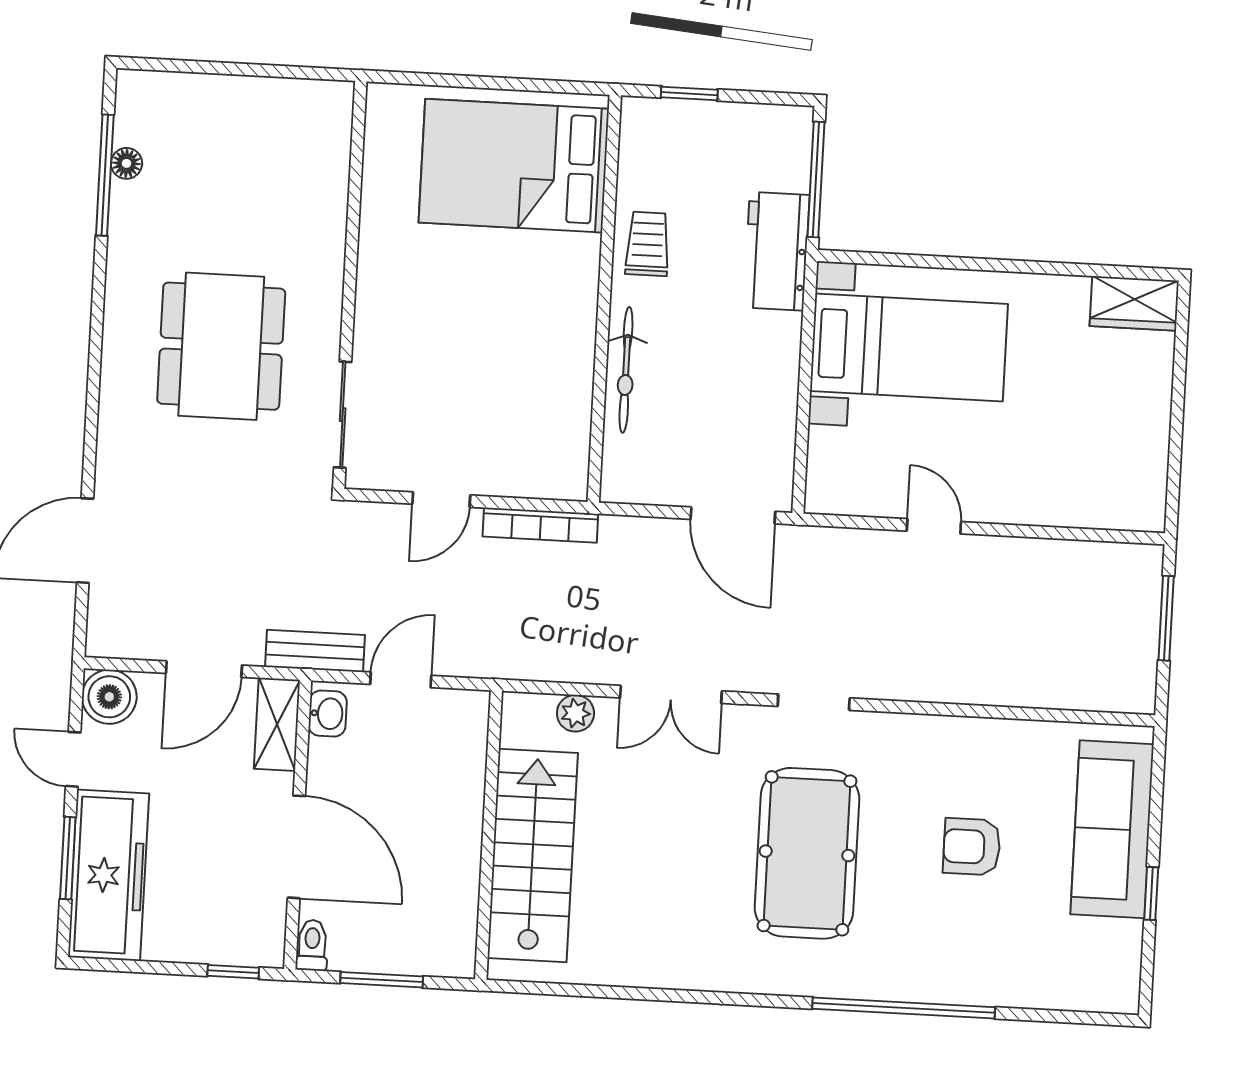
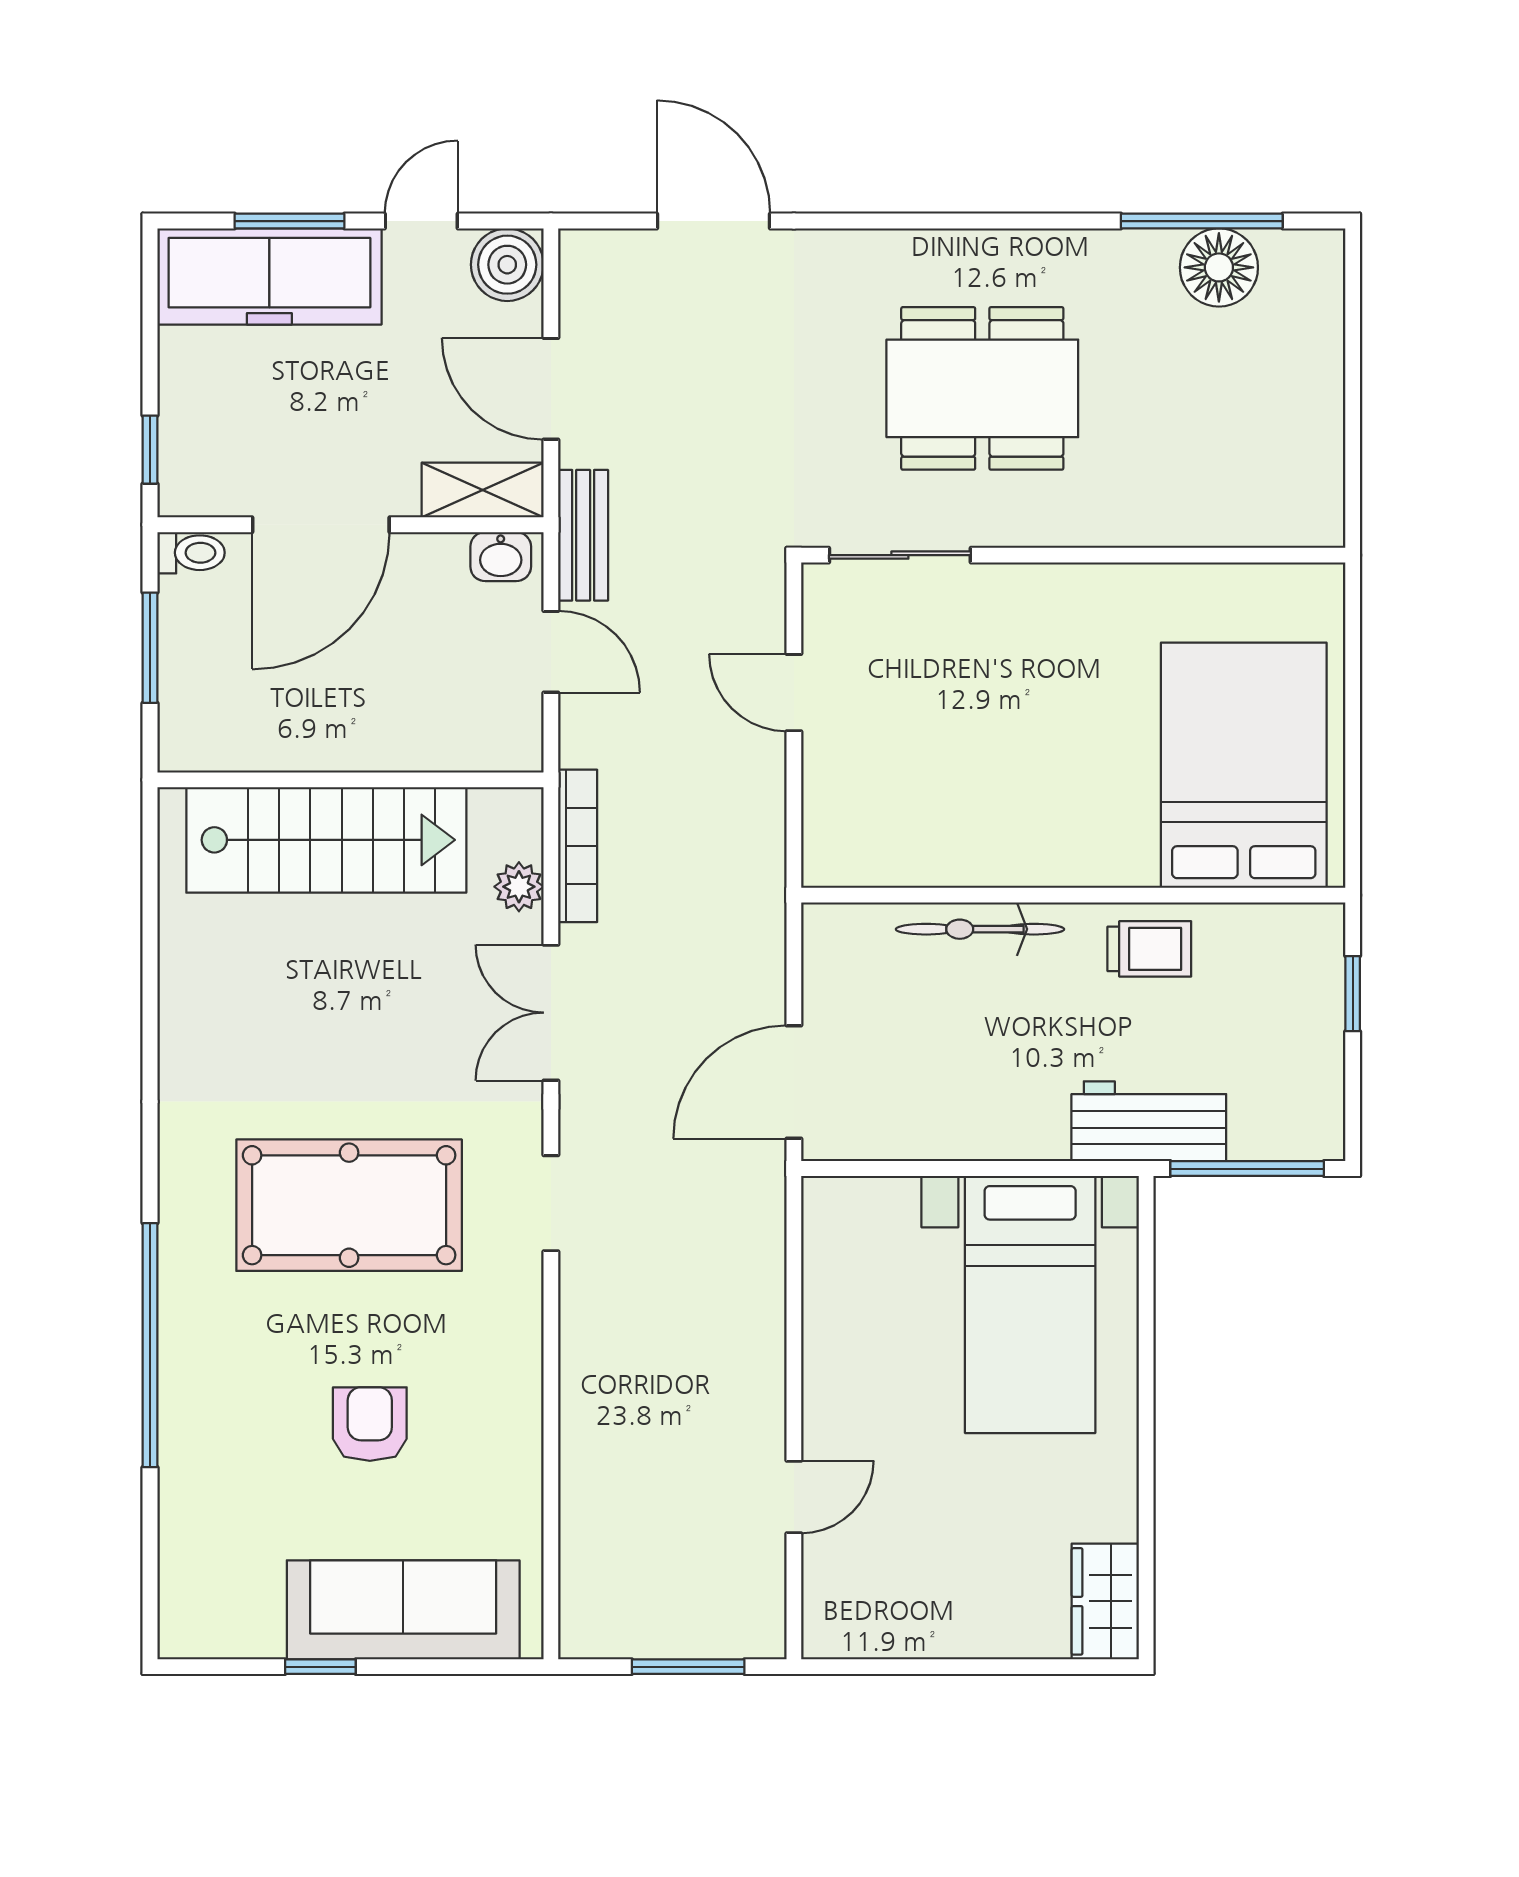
floor lamp: (126, 163) -> (1219, 267), width x1.89, depth x1.89
bookcase: (540, 525) -> (578, 846), moved, turned 180
door: (934, 526) -> (794, 1497), moved

